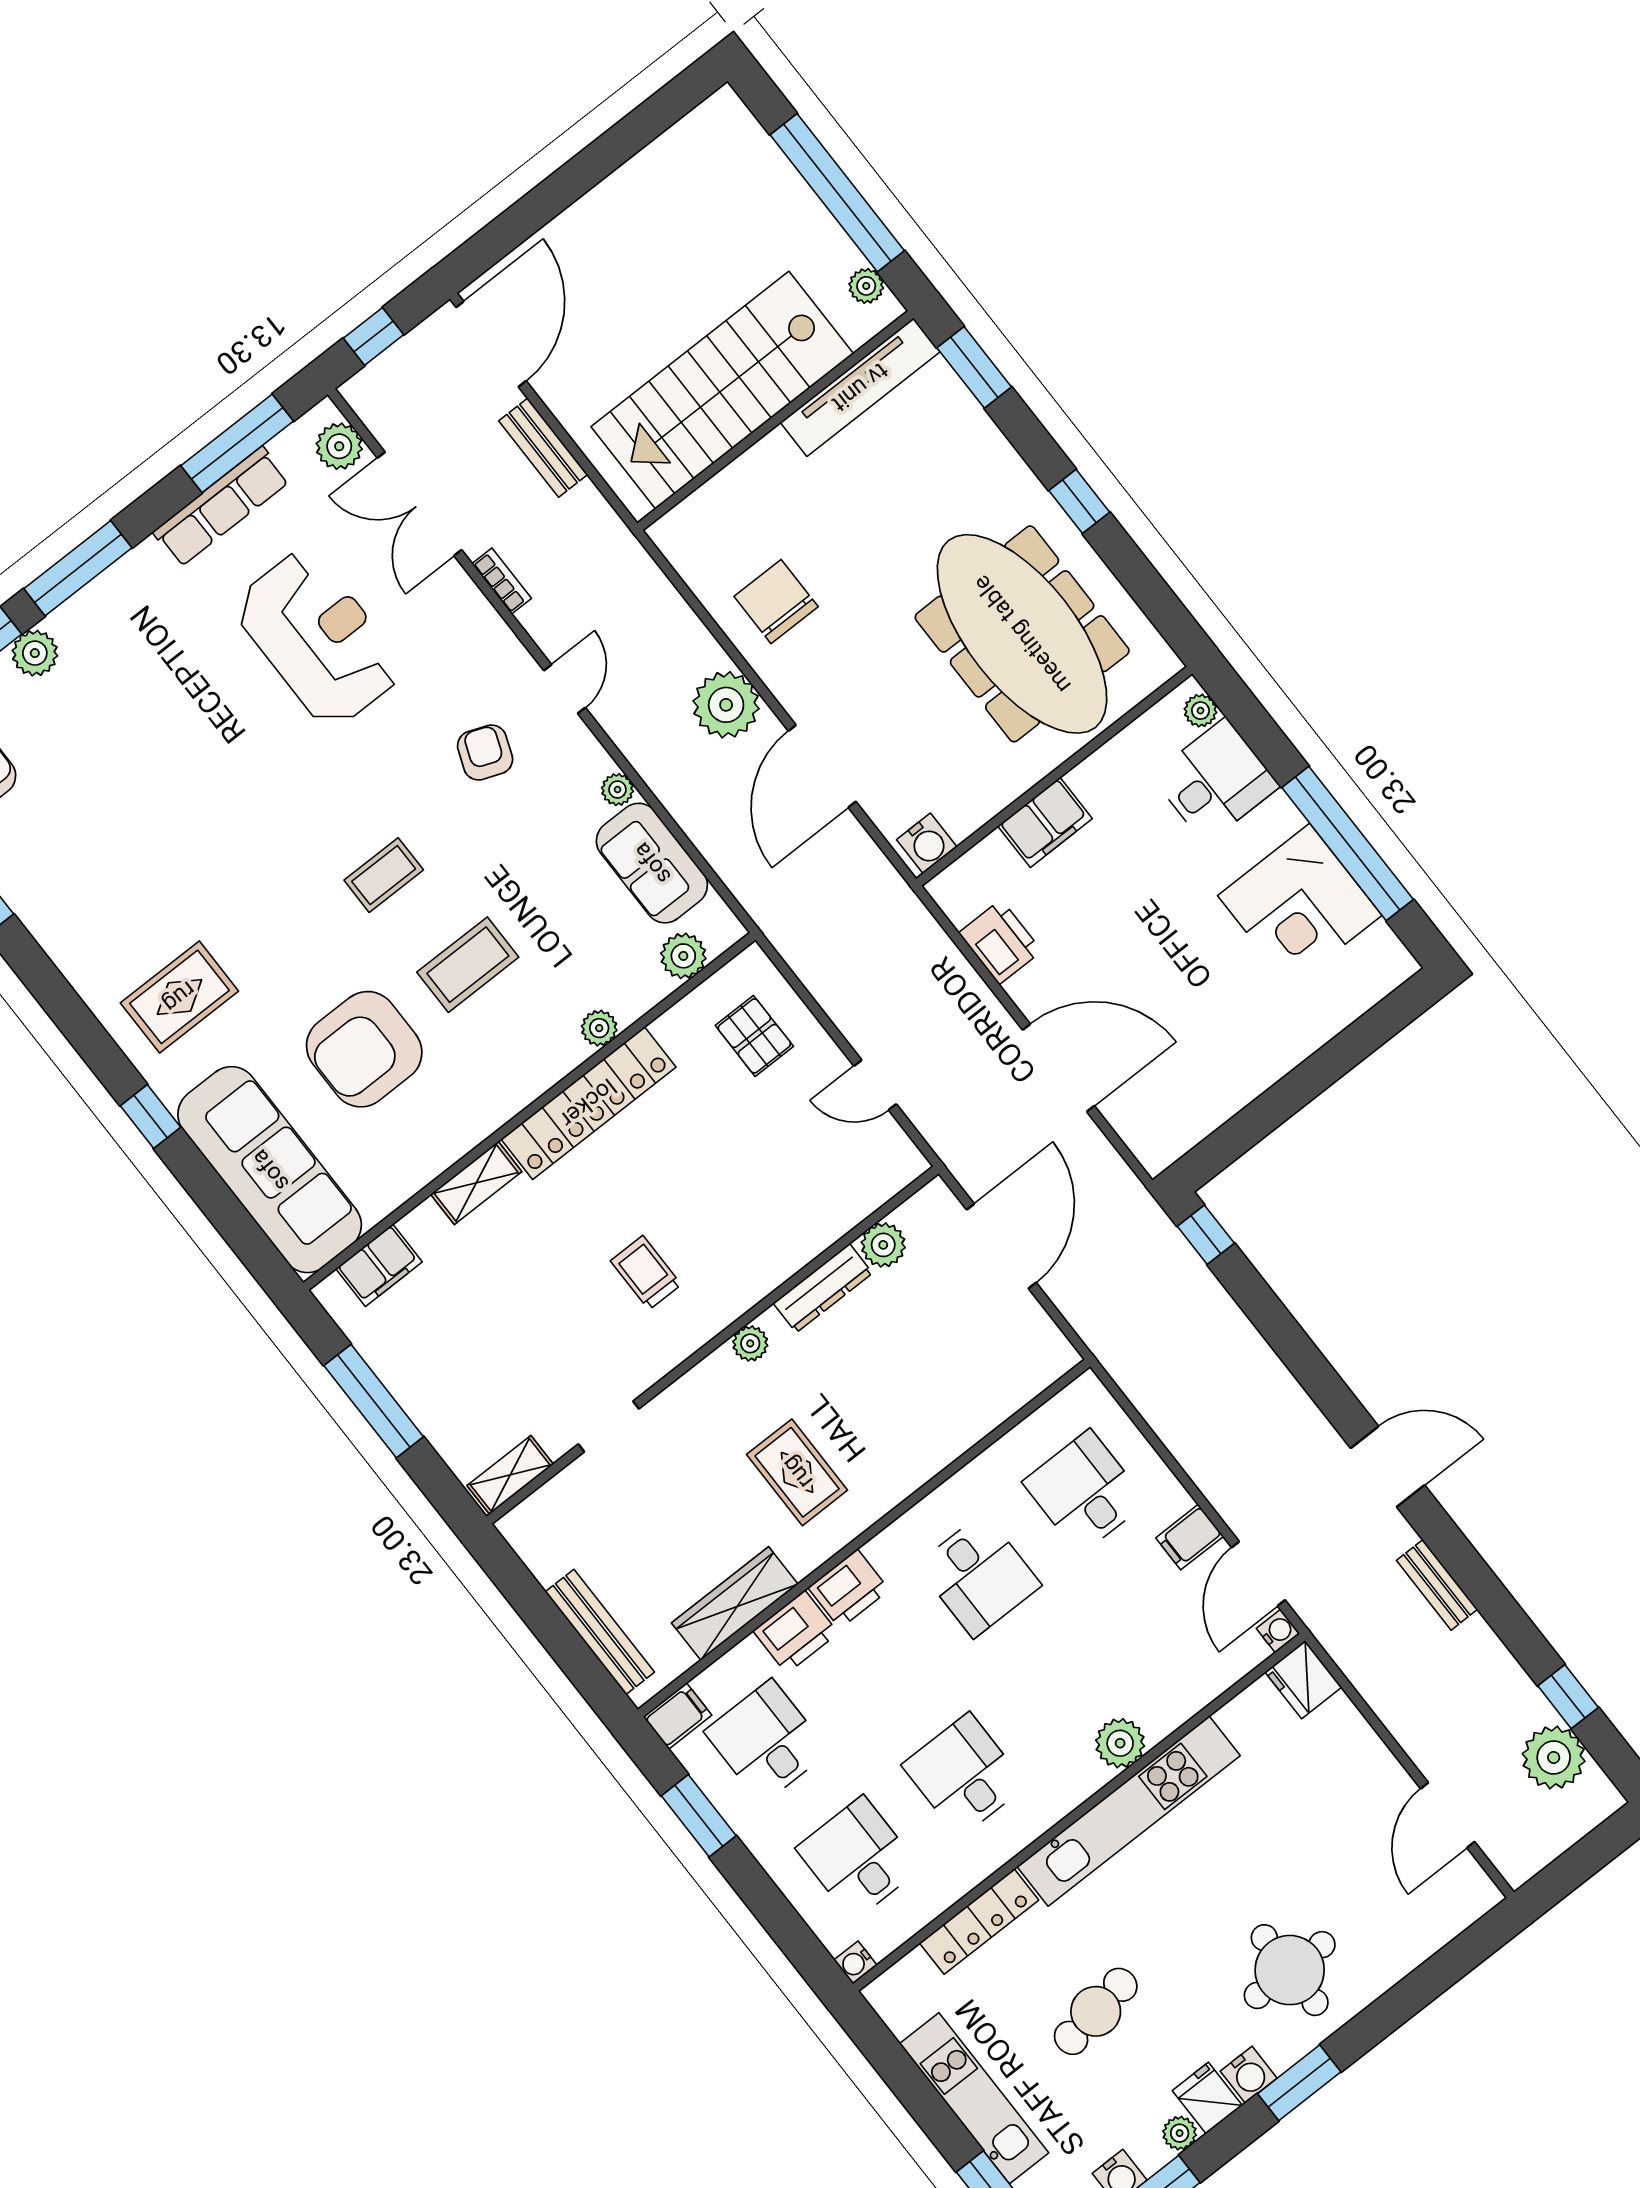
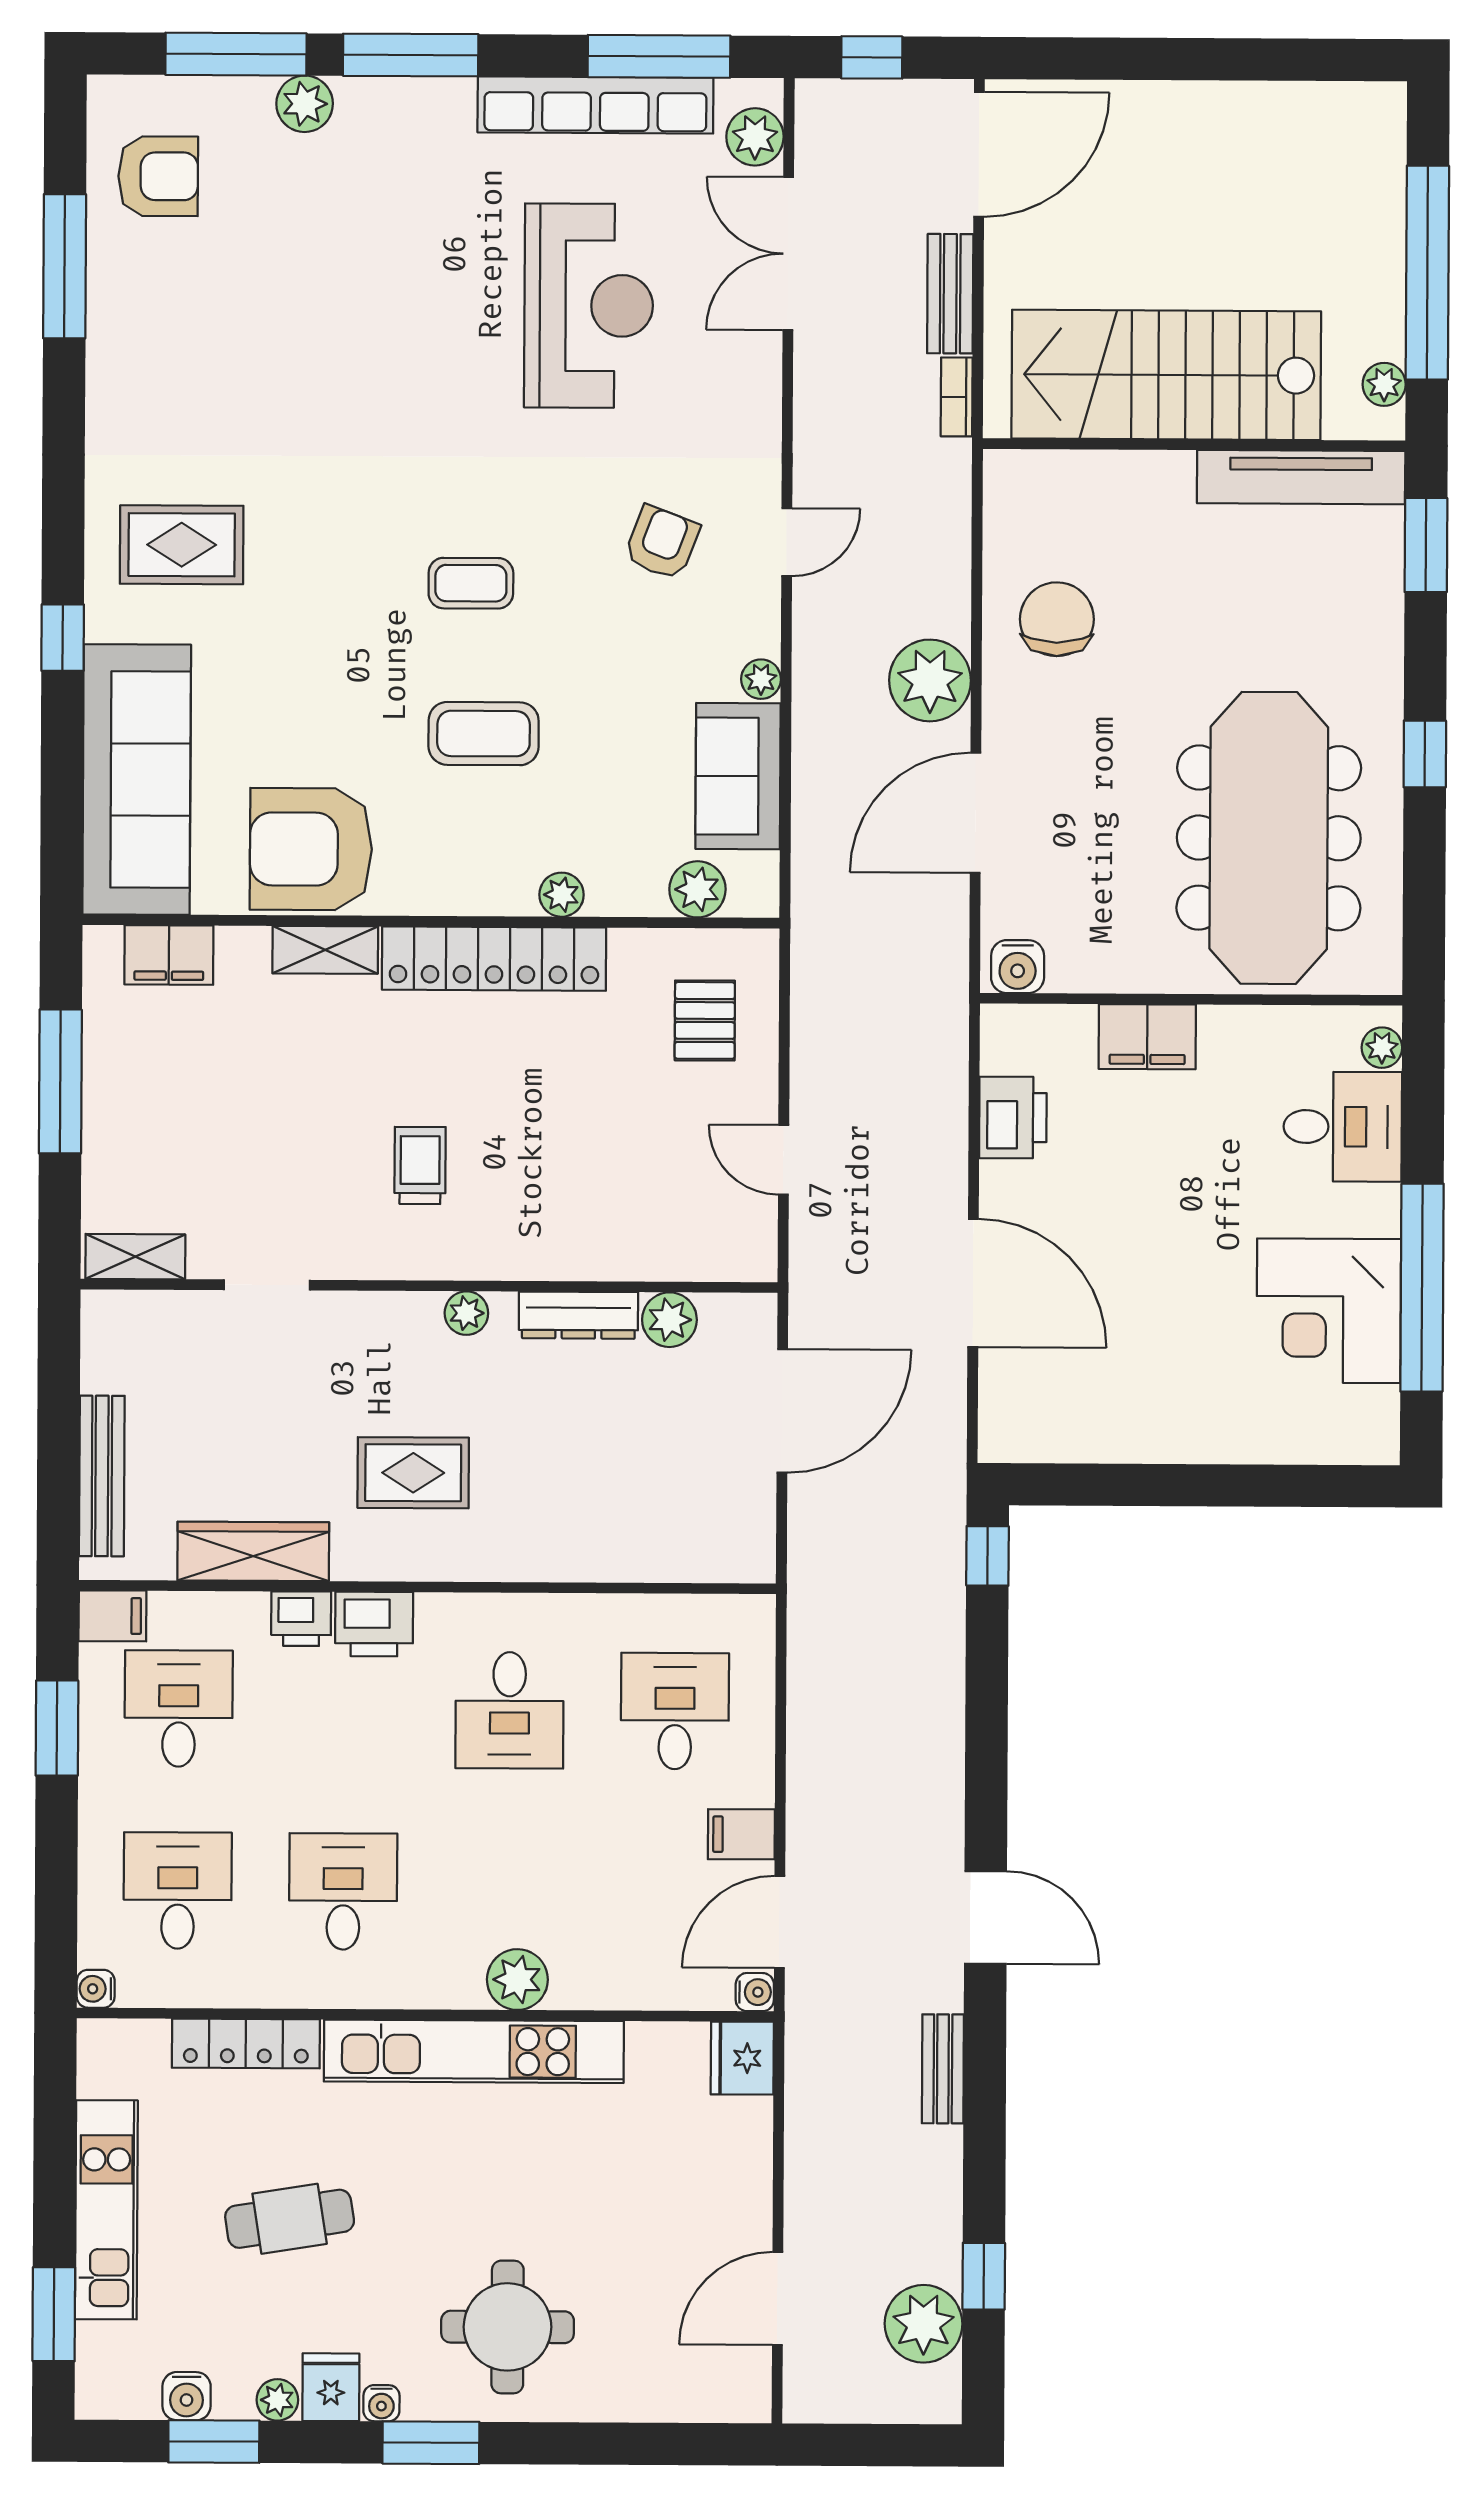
row of seats: (221, 507) -> (595, 105), width x1.36
bookcase: (502, 581) -> (957, 397), moved, turned 180
armchair: (364, 1049) -> (311, 849), moved
rug: (797, 1472) -> (413, 1473), turned 90
printer: (796, 1632) -> (301, 1619), width x0.73, depth x0.81
water cooler: (1249, 2075) -> (381, 2403), width x0.72, depth x0.72

